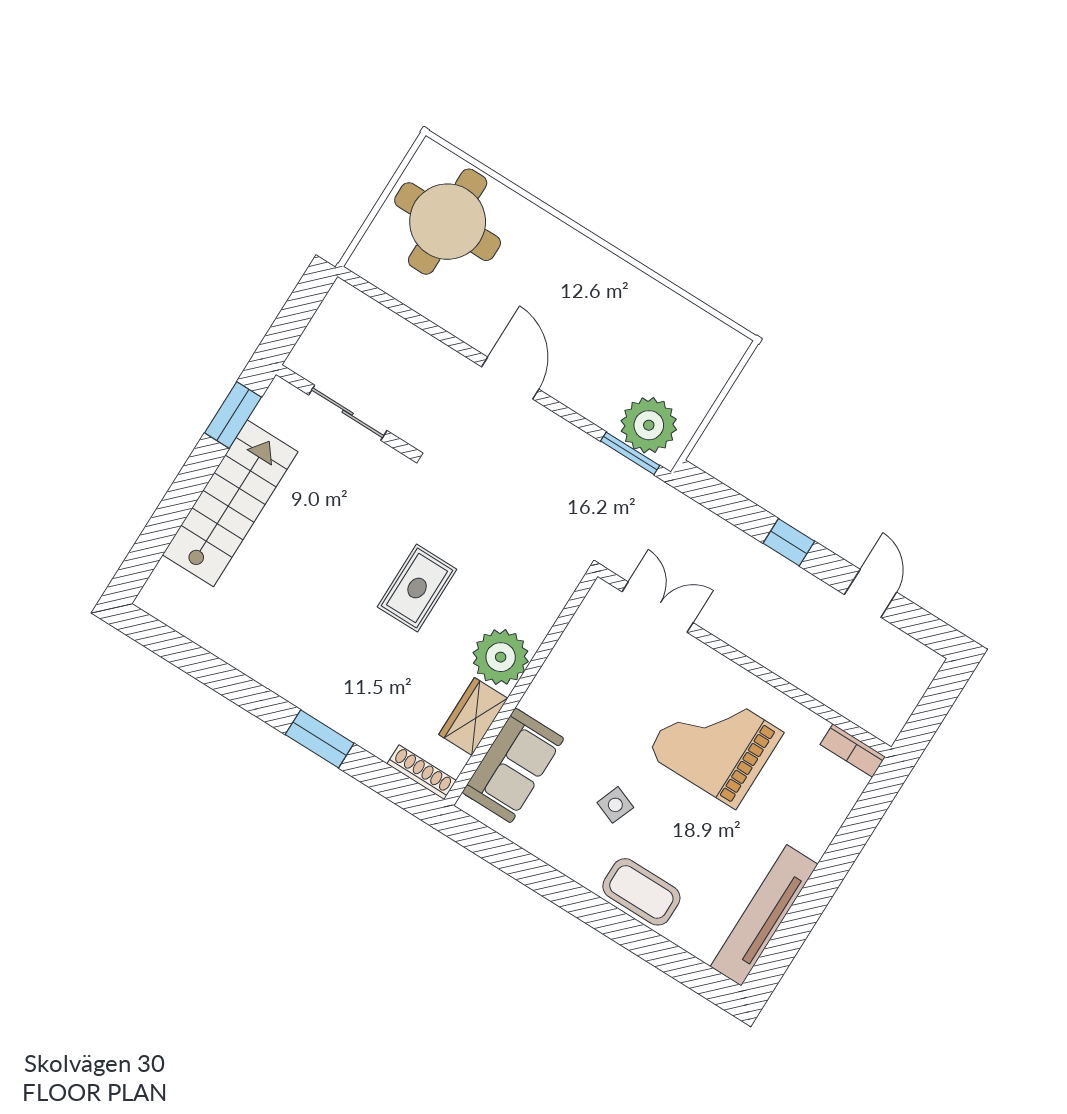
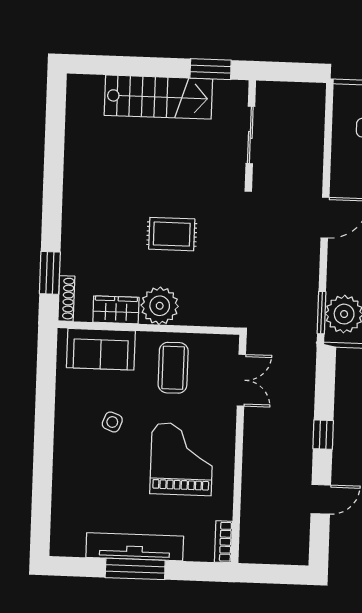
window: (320, 739) -> (50, 273), moved
window: (822, 885) -> (135, 569), added
coffee table: (641, 892) -> (173, 368), moved
tv unit: (764, 915) -> (135, 547), moved

